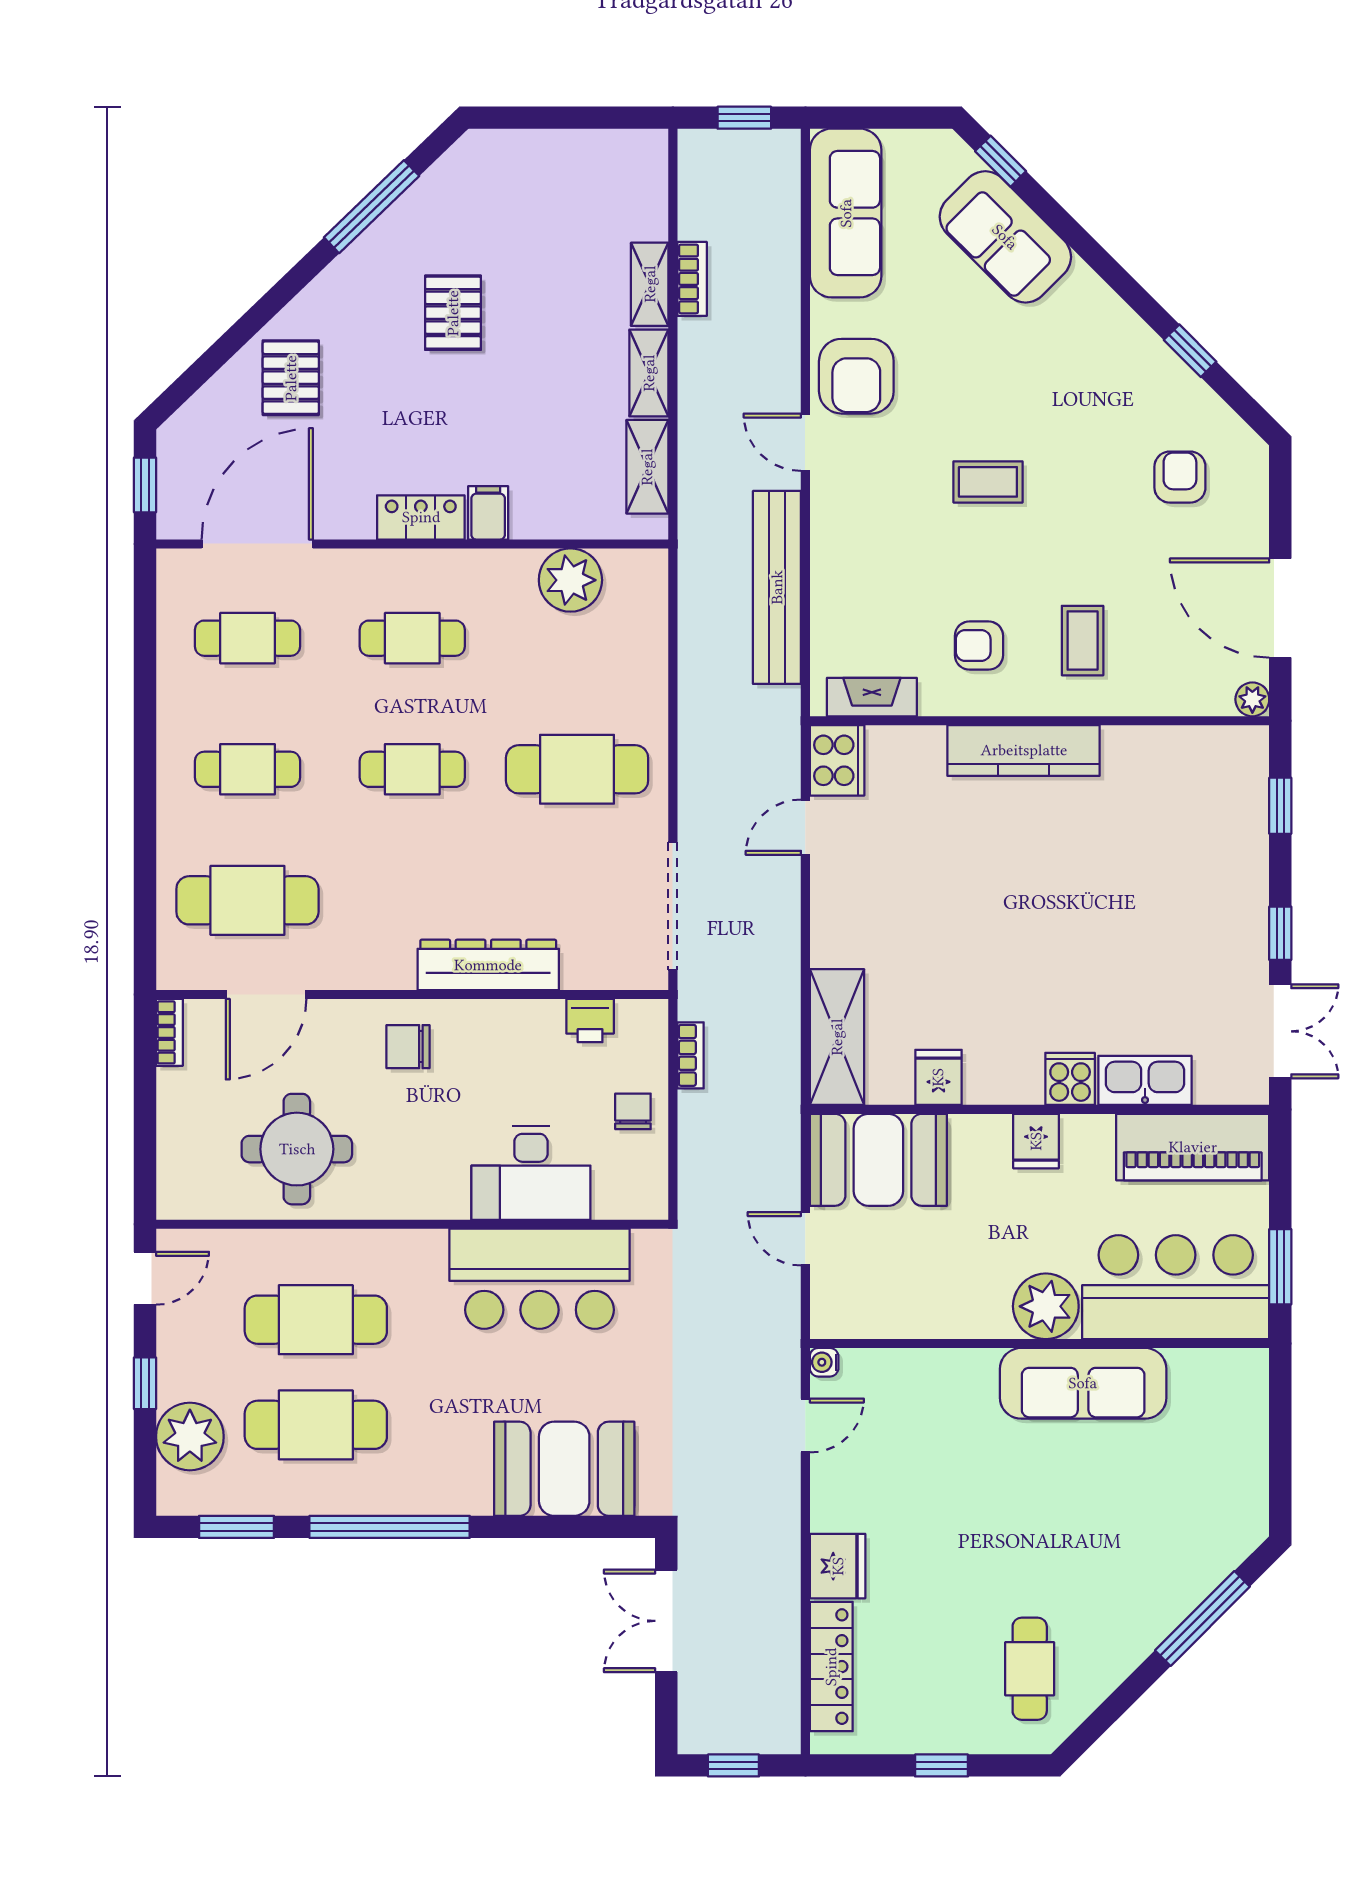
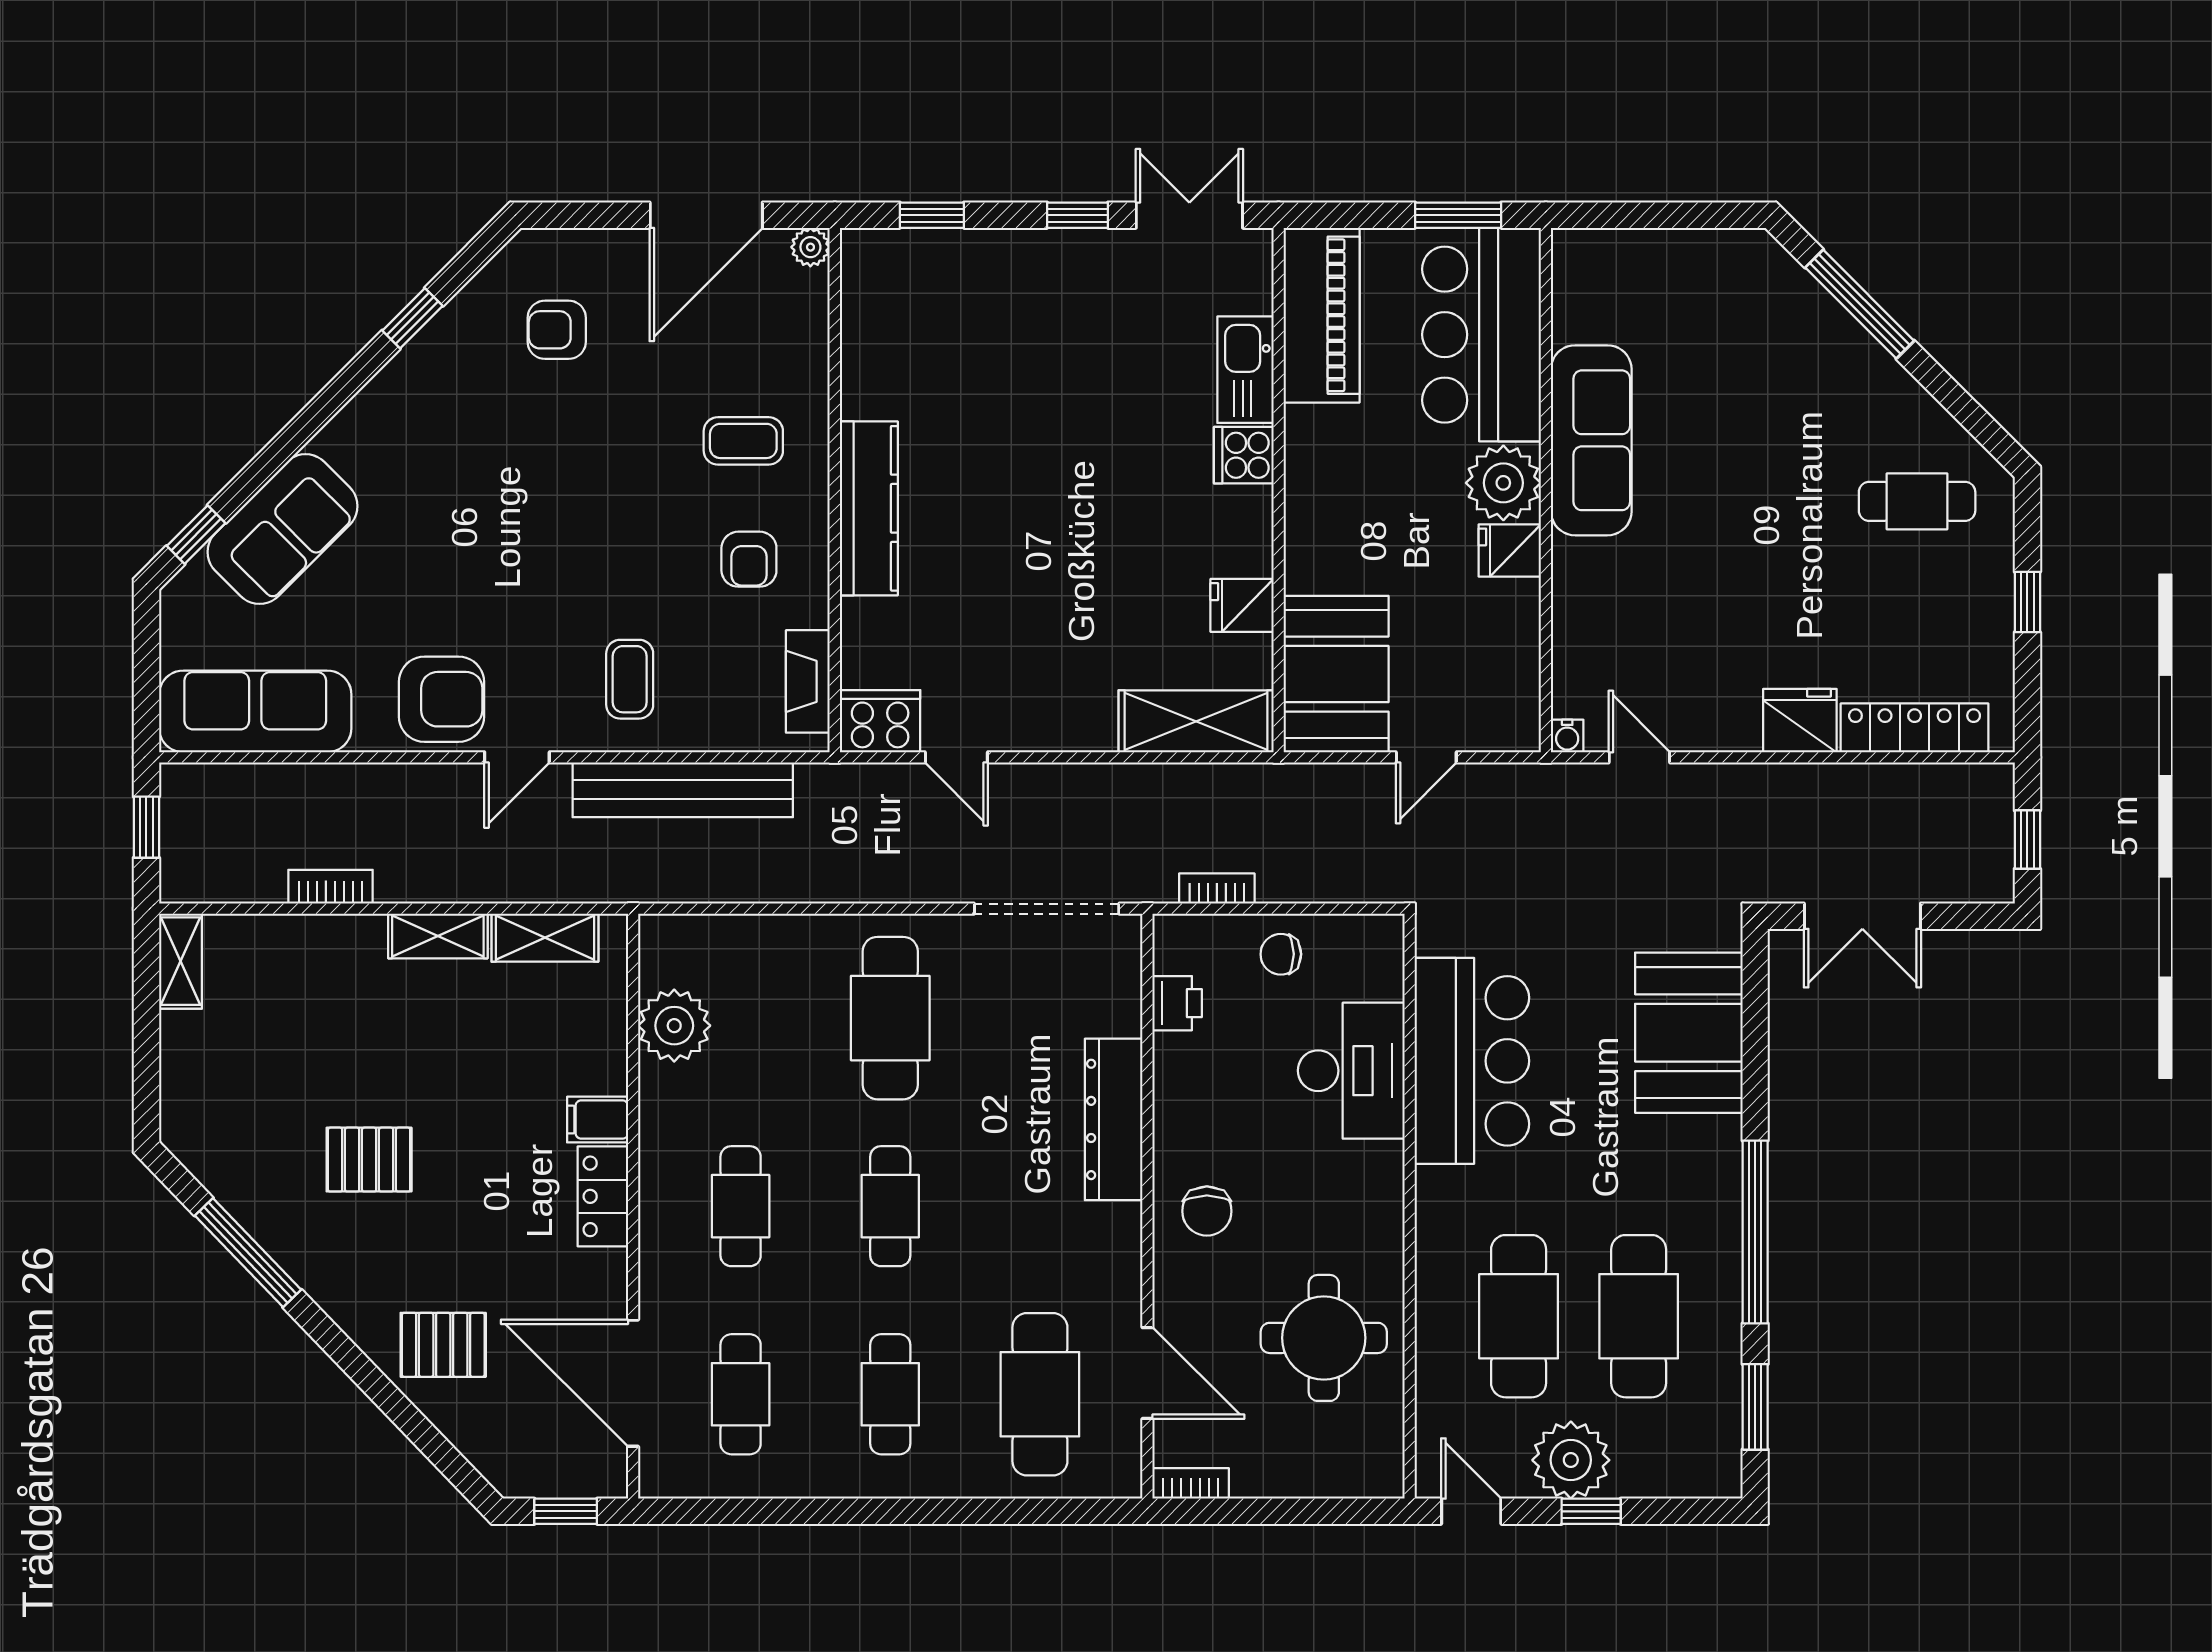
shelving: (650, 284) -> (180, 961), moved, turned 90
coffee table: (988, 482) -> (630, 679), moved
fridge: (1036, 1141) -> (1510, 550), moved, turned 180
plant: (190, 1437) -> (1571, 1460), moved

